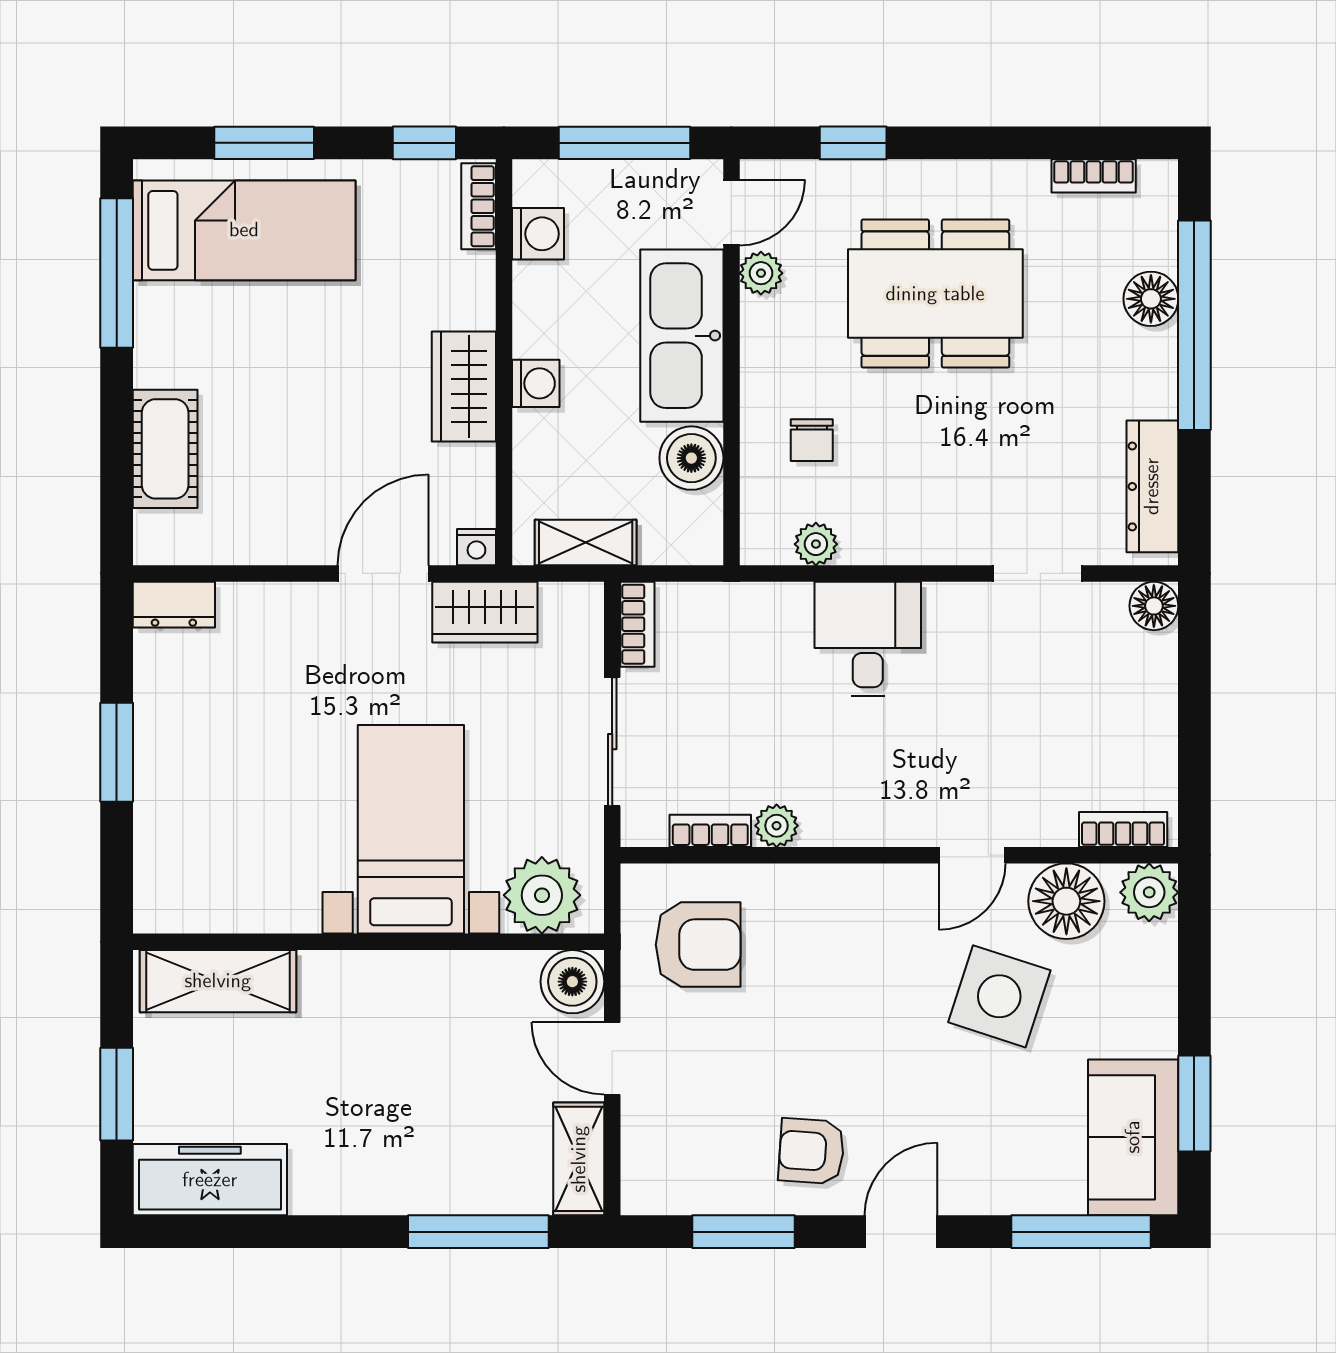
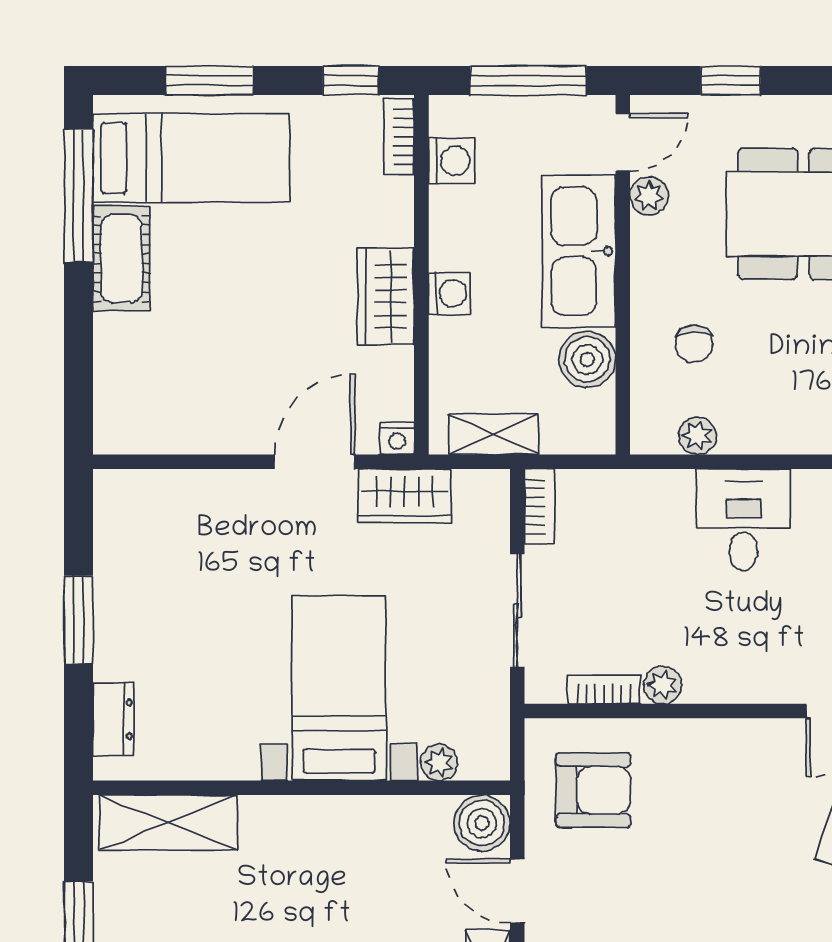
cot: (165, 449) -> (121, 259), moved
dresser: (174, 605) -> (113, 719), moved, turned -90
plant: (542, 895) -> (439, 762), width x0.53, depth x0.53

